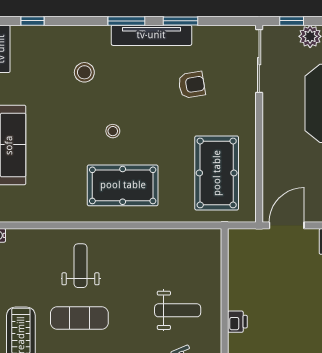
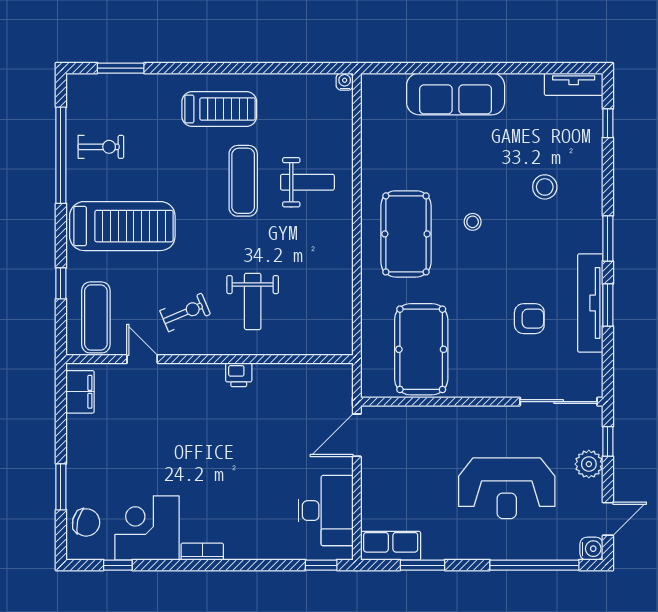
tv unit: (151, 35) -> (590, 303), moved
armchair: (192, 85) -> (529, 319), turned -81
pool table: (217, 173) -> (421, 349), turned 90
door: (287, 225) -> (357, 435), swing flipped

